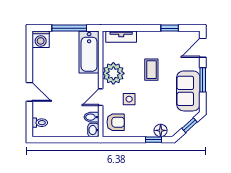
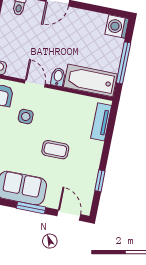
plant: (113, 73) -> (60, 104), removed
bidet: (92, 117) -> (58, 77), moved

